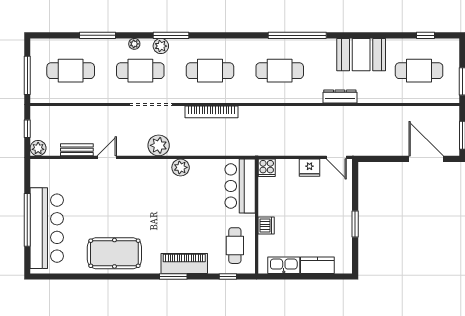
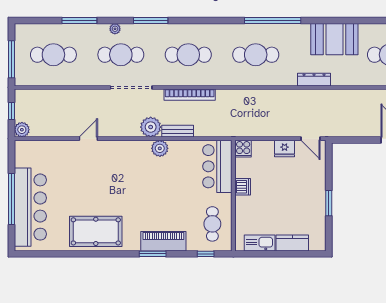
plant: (161, 46) -> (141, 31), removed
plant: (159, 145) -> (151, 127), moved
bench: (77, 150) -> (178, 131), moved
dishwasher: (266, 225) -> (243, 187), moved

